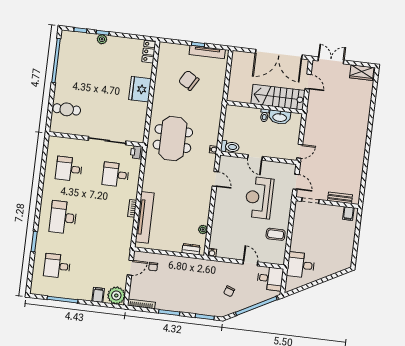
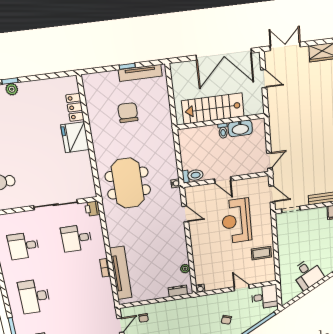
locker: (149, 52) -> (75, 107), moved
chair: (189, 80) -> (128, 113), turned 59
stairs: (278, 97) -> (213, 109), moved
desk: (301, 265) -> (308, 274), moved, turned -118

